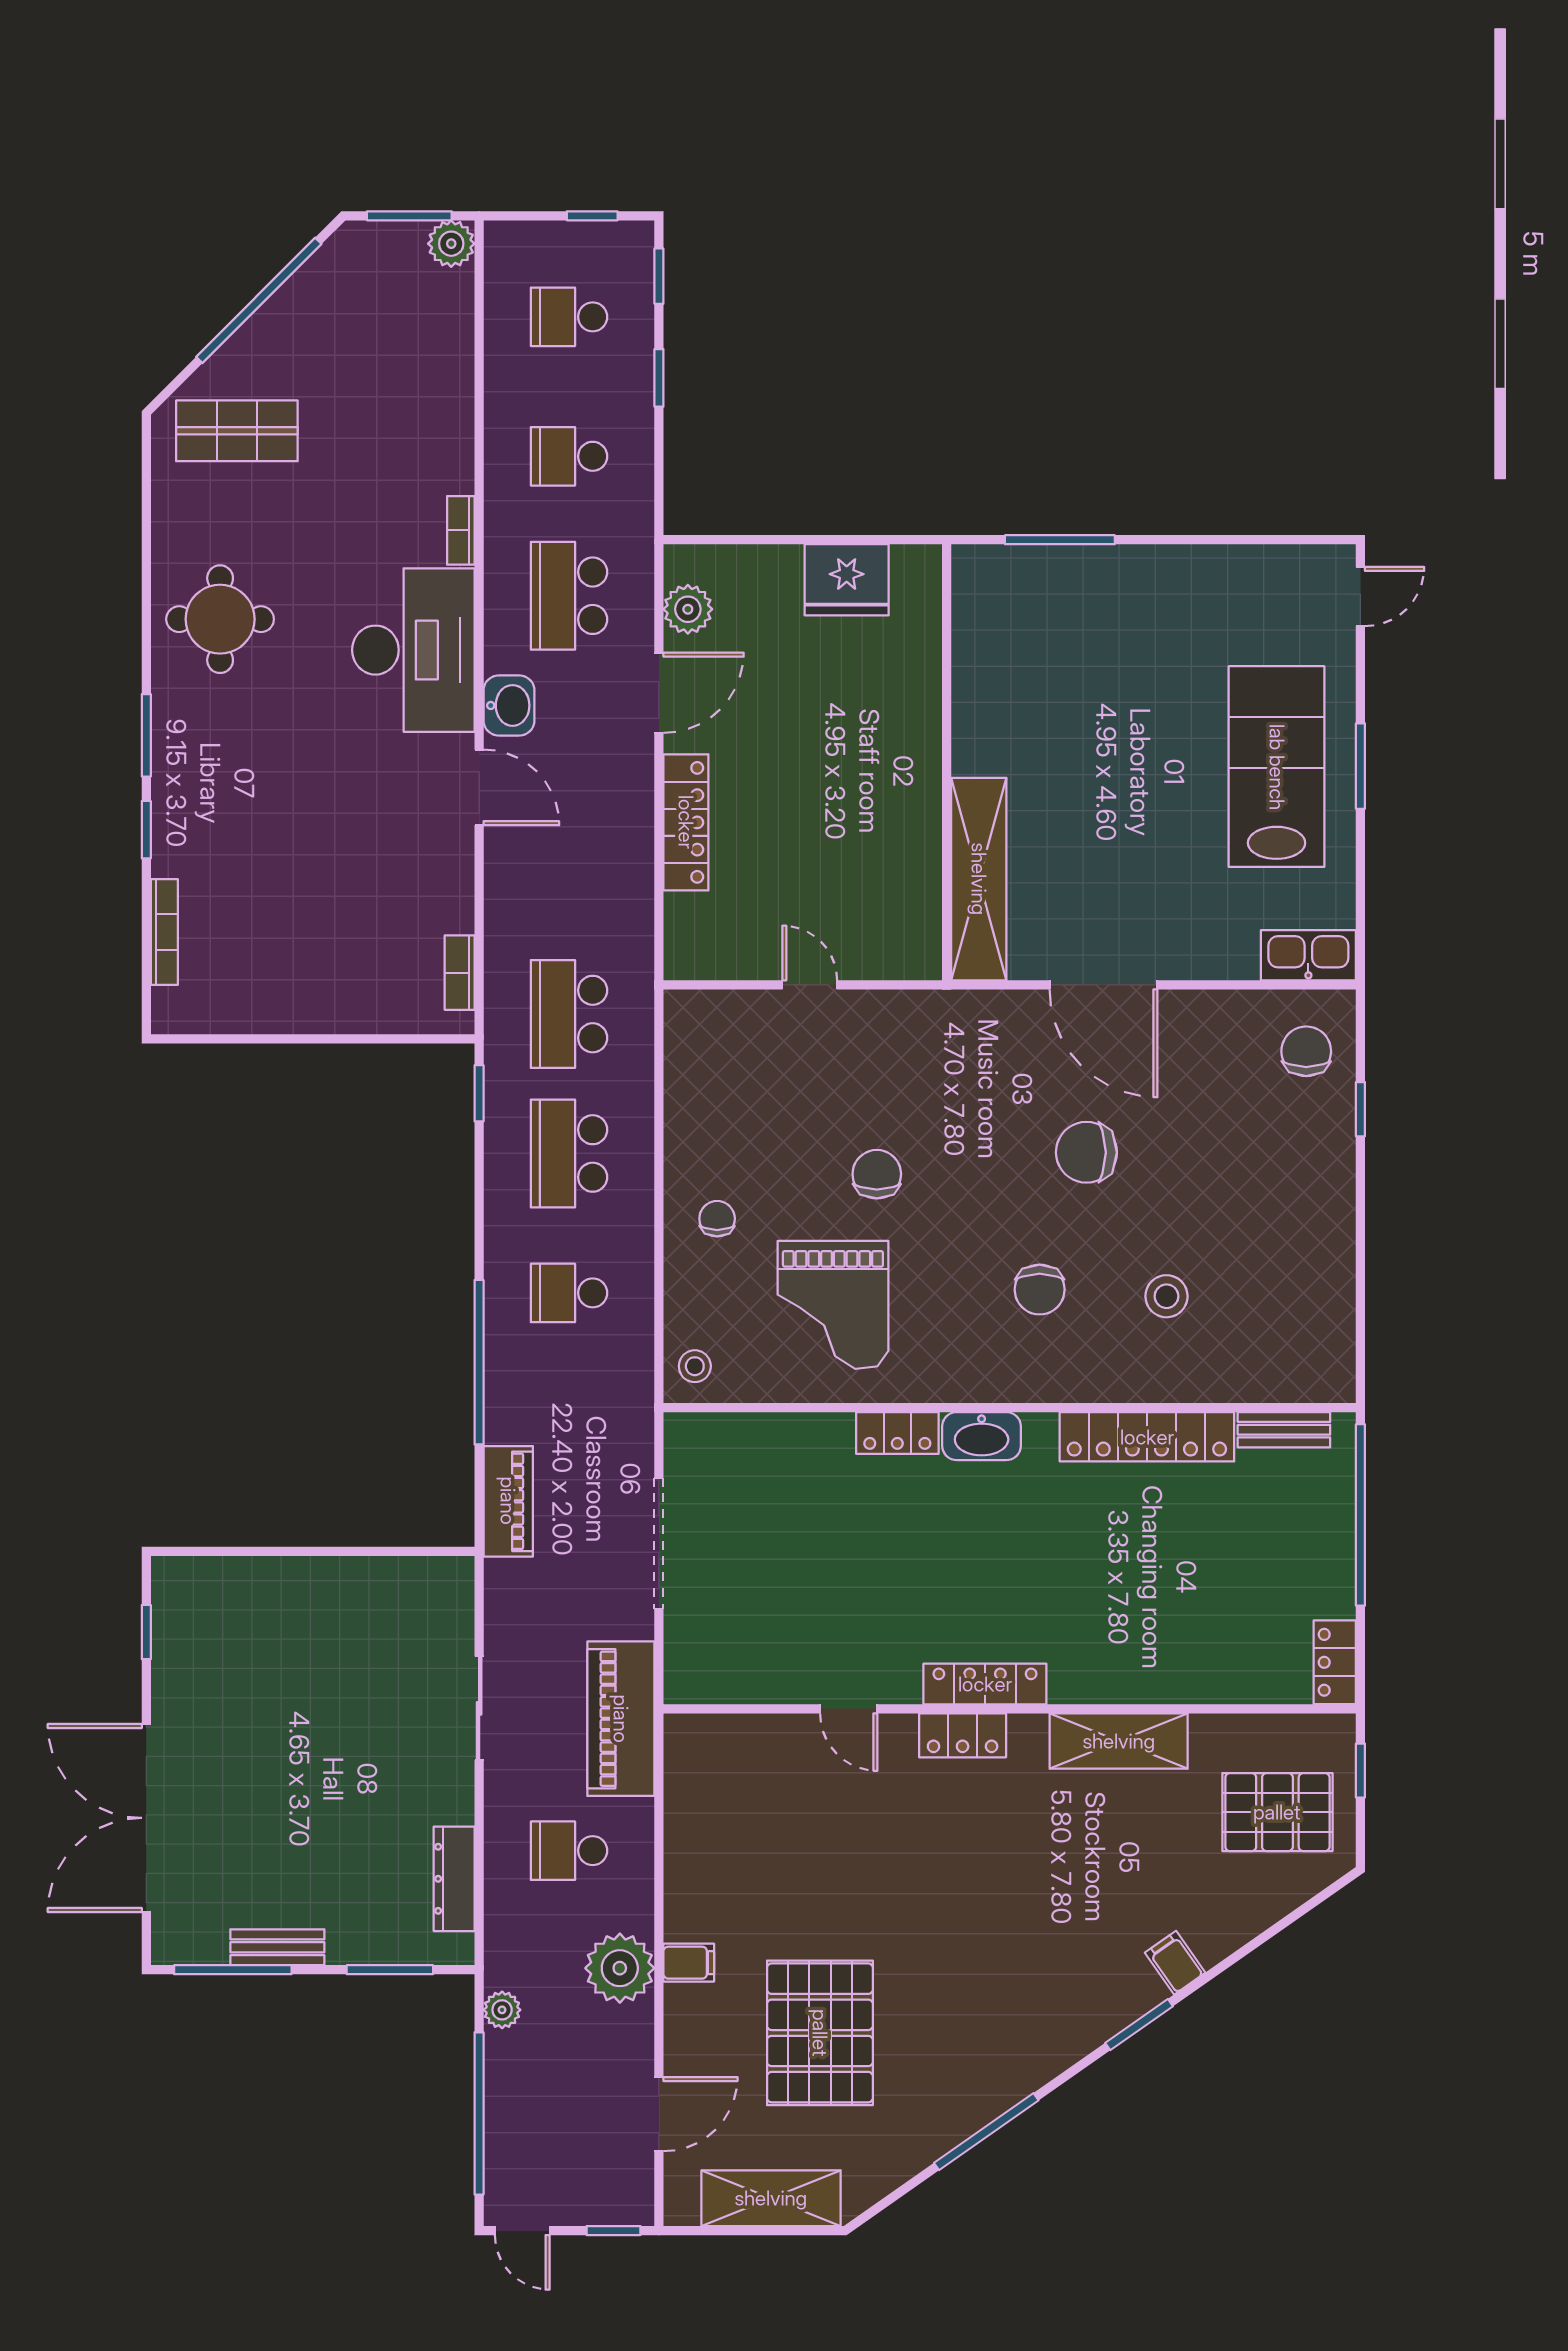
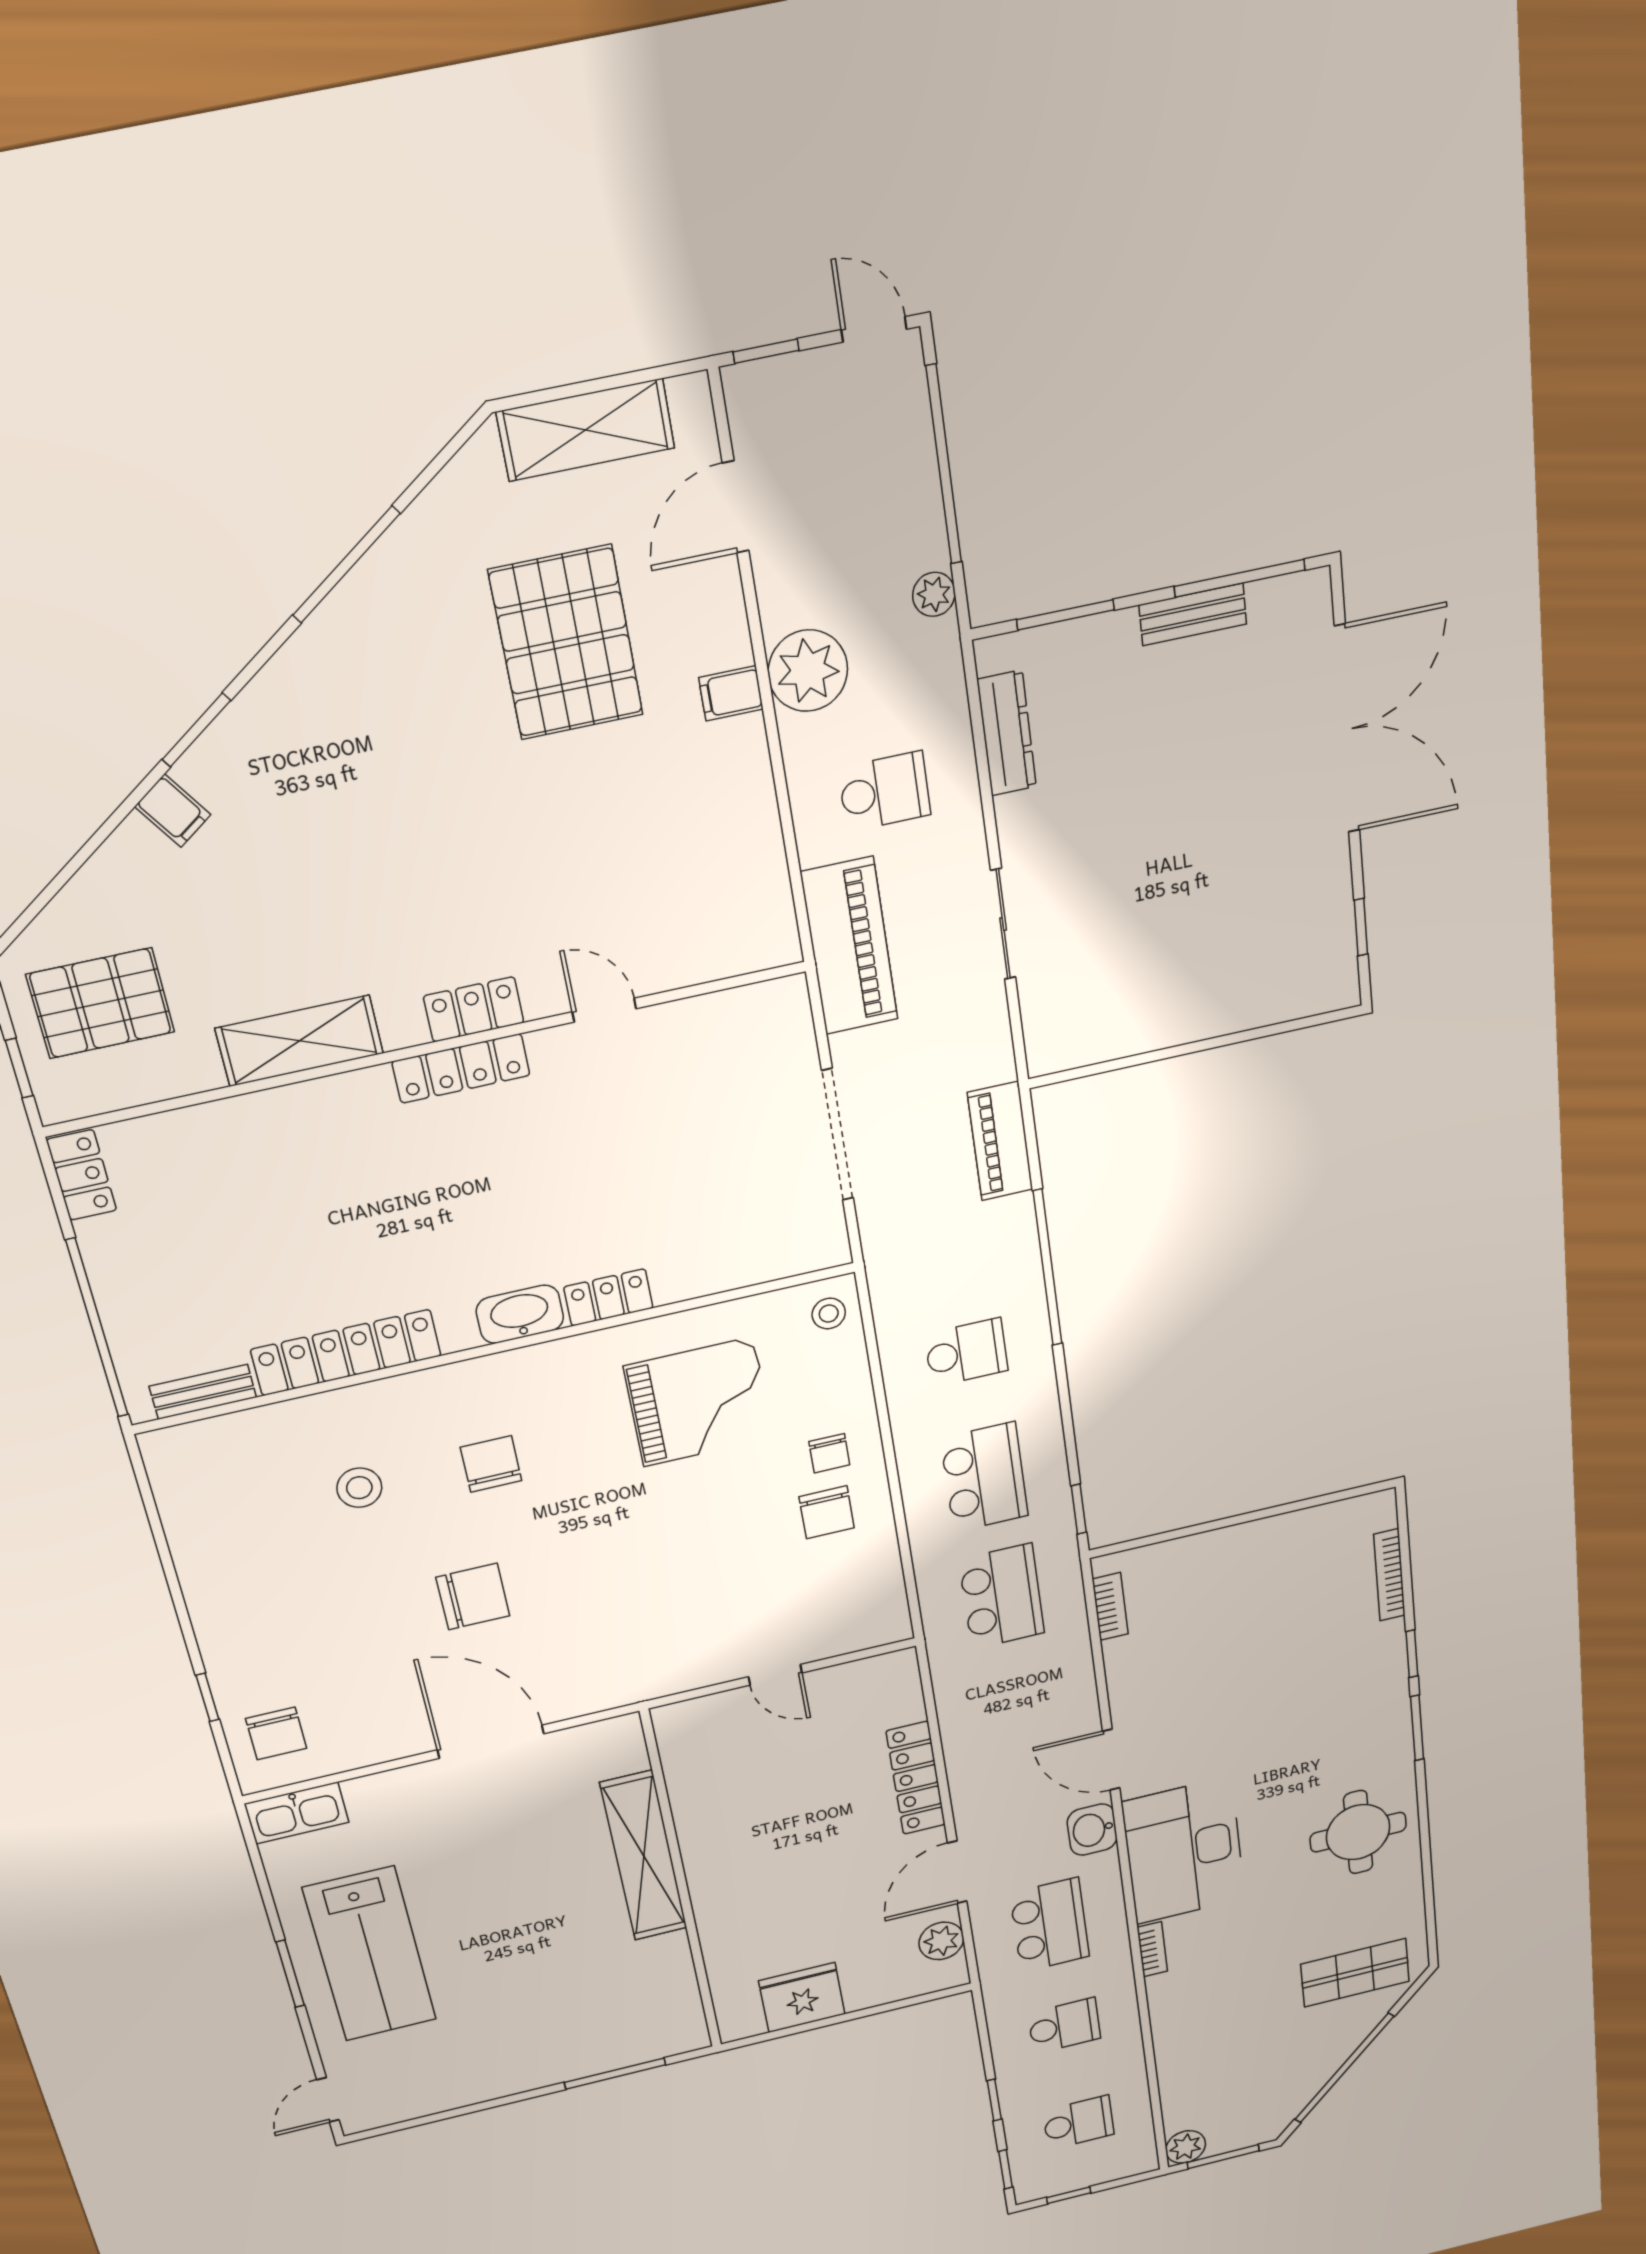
shelving: (979, 879) -> (644, 1856), moved
chair: (877, 1174) -> (827, 1512), moved
grand piano: (833, 1305) -> (699, 1402), turned 90

